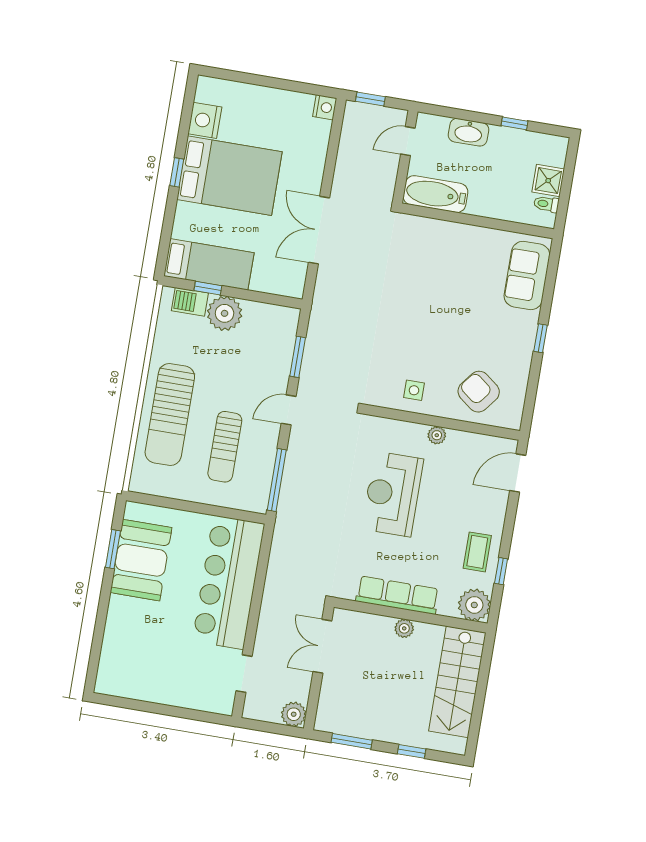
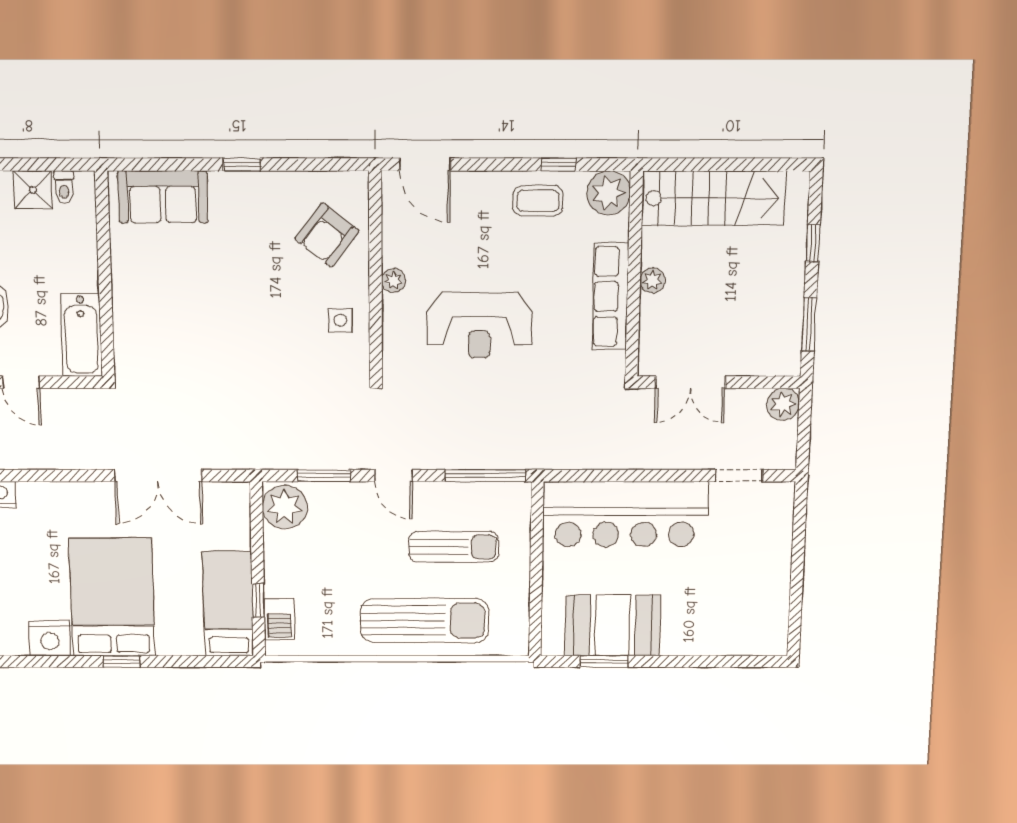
plant: (225, 313) -> (285, 507), moved

